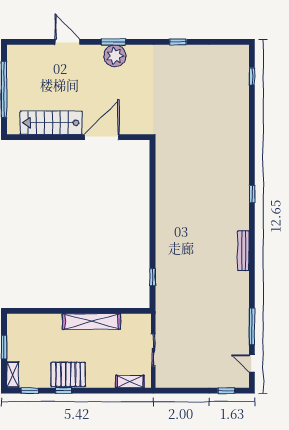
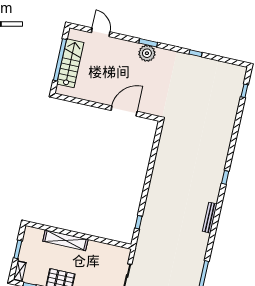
door: (68, 42) -> (101, 32), moved
stairs: (51, 123) -> (70, 63), moved, turned 90
shelving: (91, 322) -> (65, 240), moved

